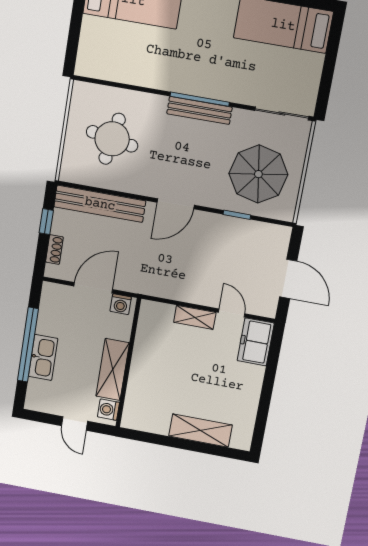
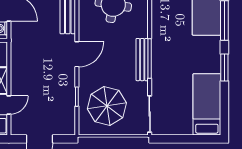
door: (176, 204) -> (77, 54), swing flipped

